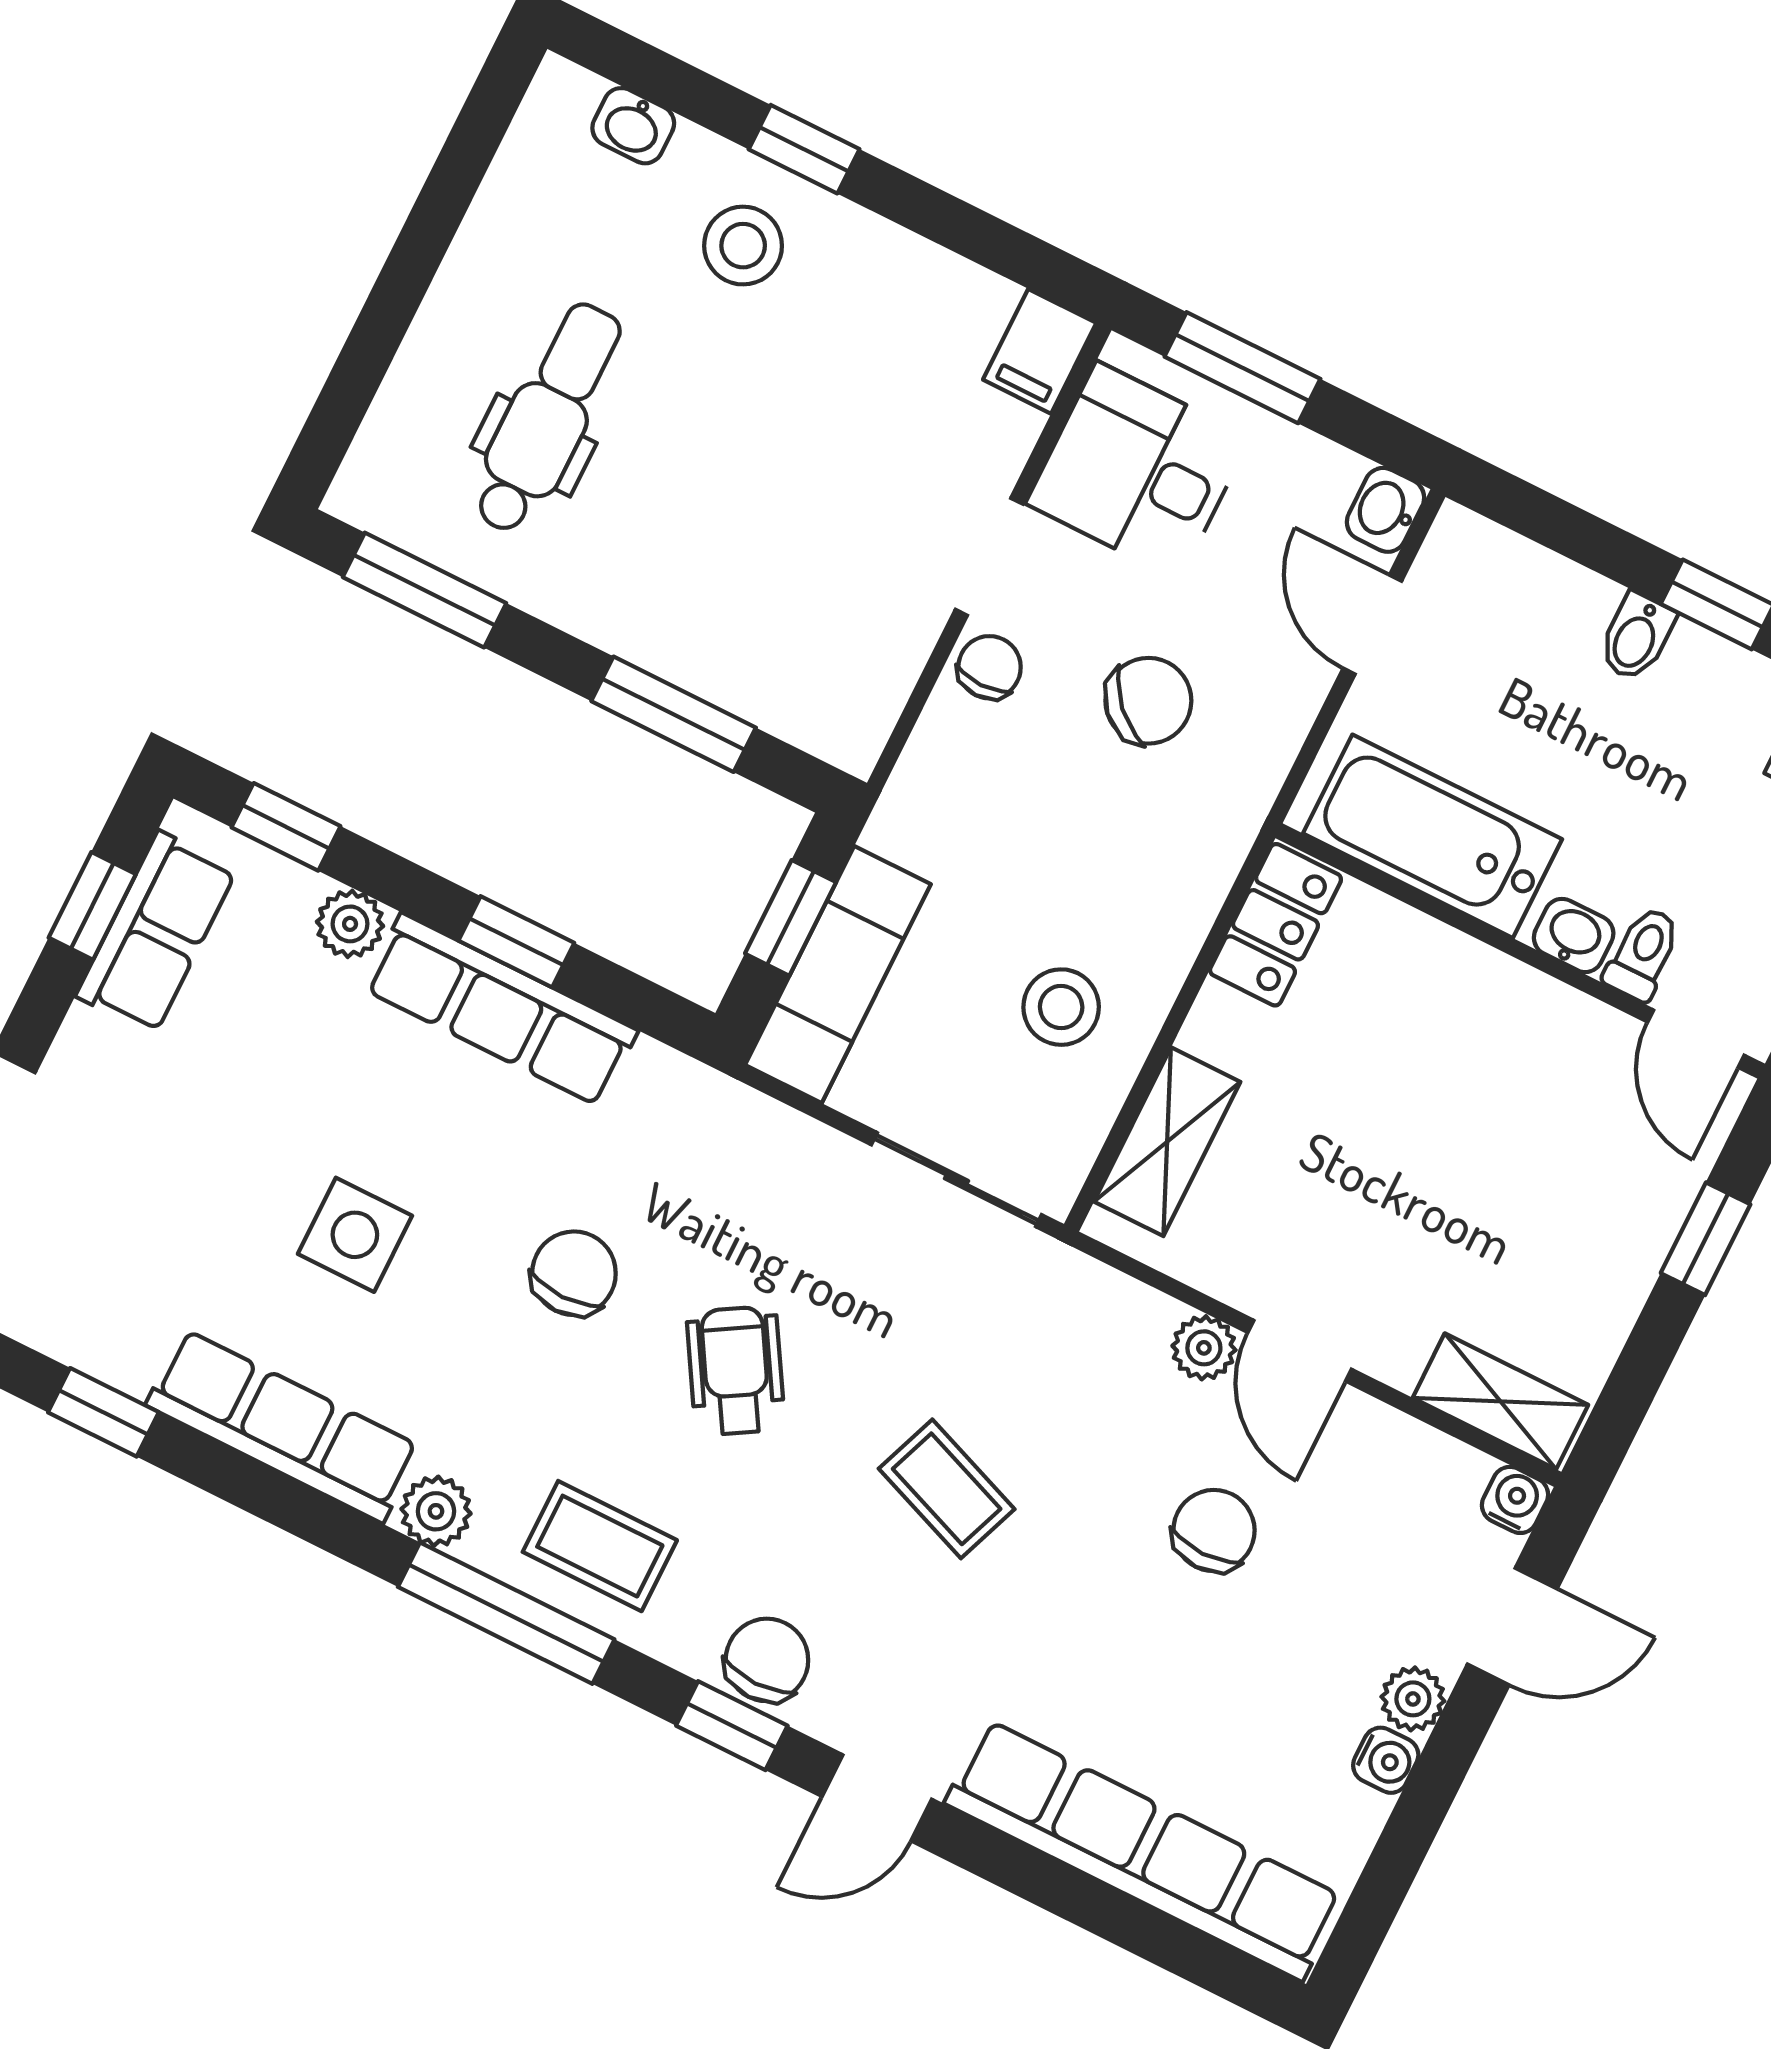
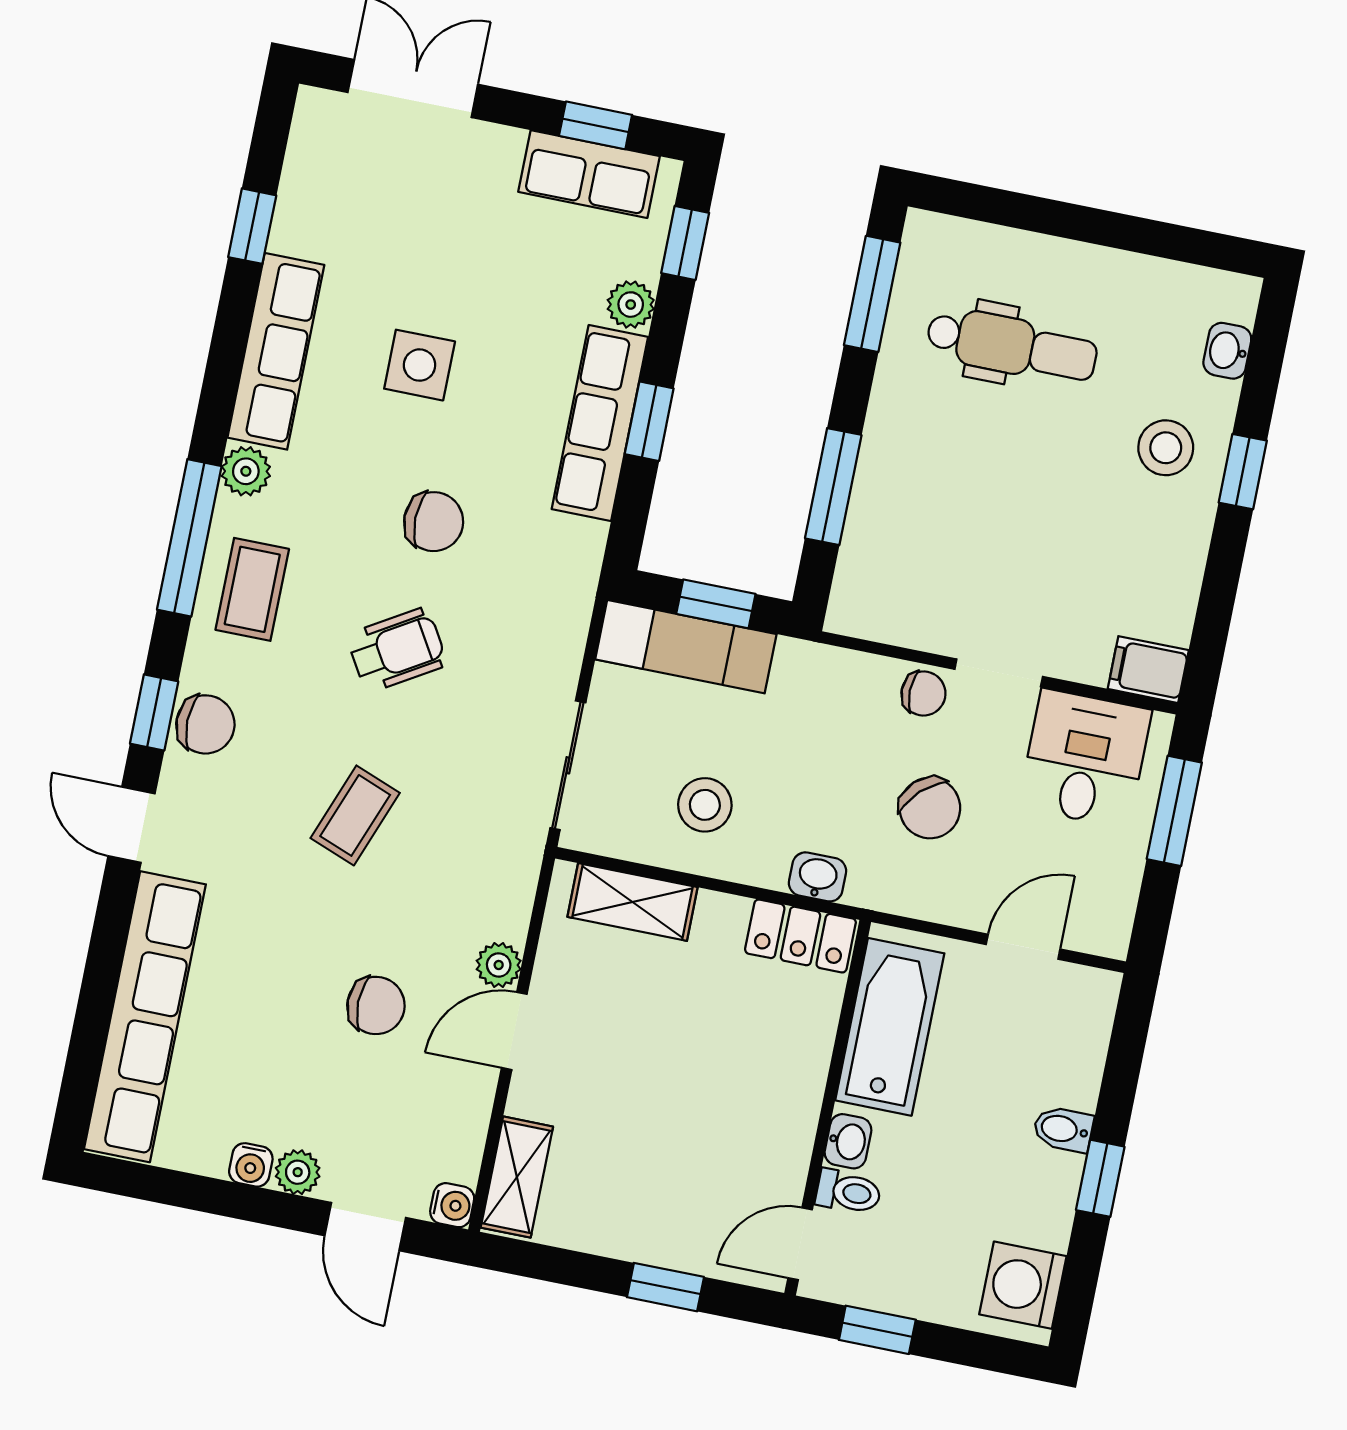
washbasin: (1385, 510) -> (818, 877), moved

